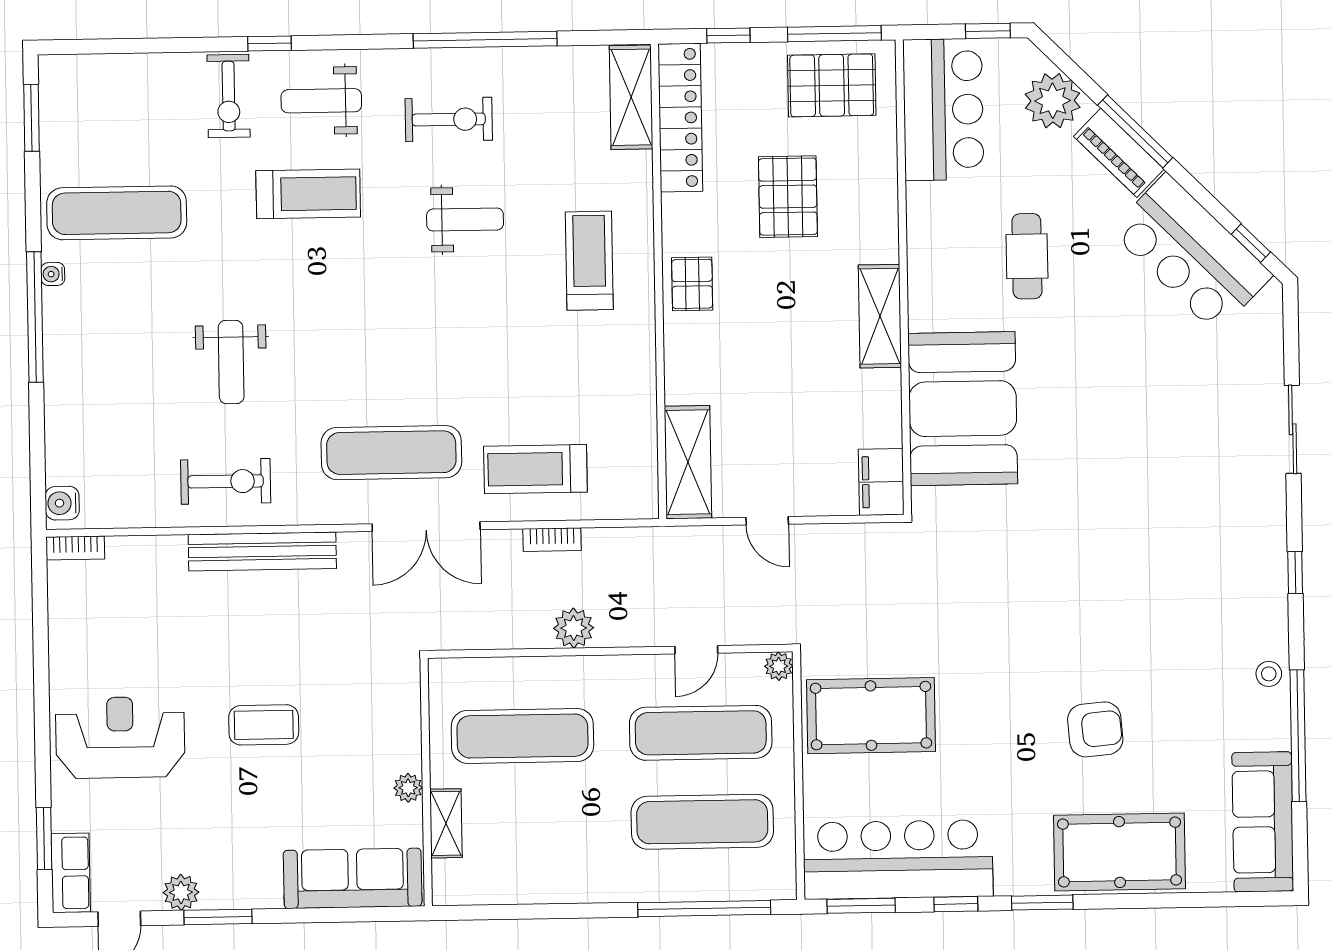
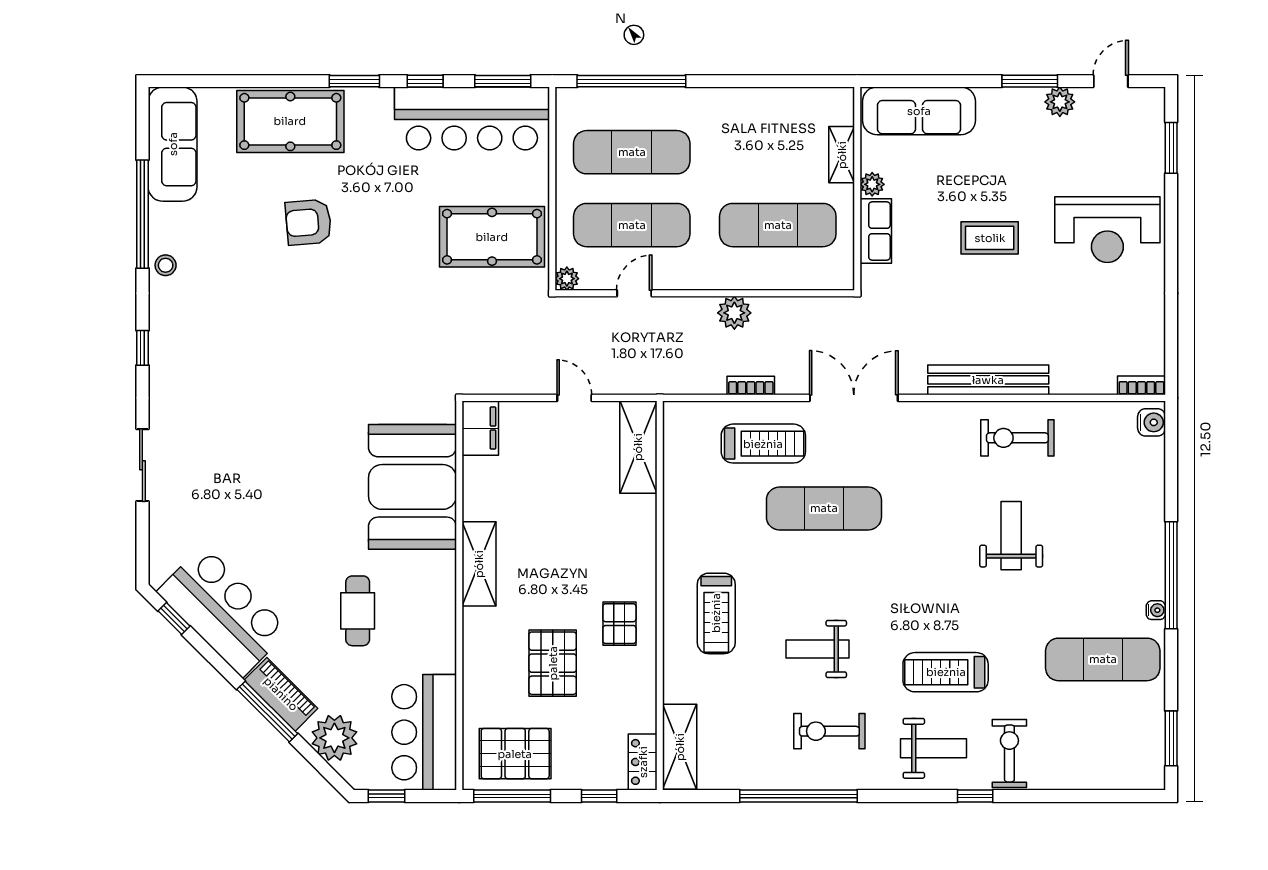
locker: (680, 118) -> (643, 762), width x0.46, depth x0.83
pallet: (692, 284) -> (619, 624), moved
exercise mat: (391, 453) -> (824, 508), moved
row of seats: (71, 873) -> (876, 231), moved, turned 180

